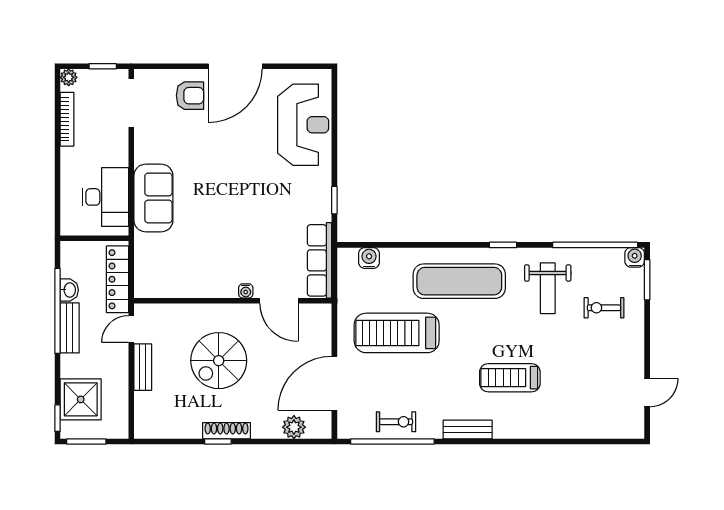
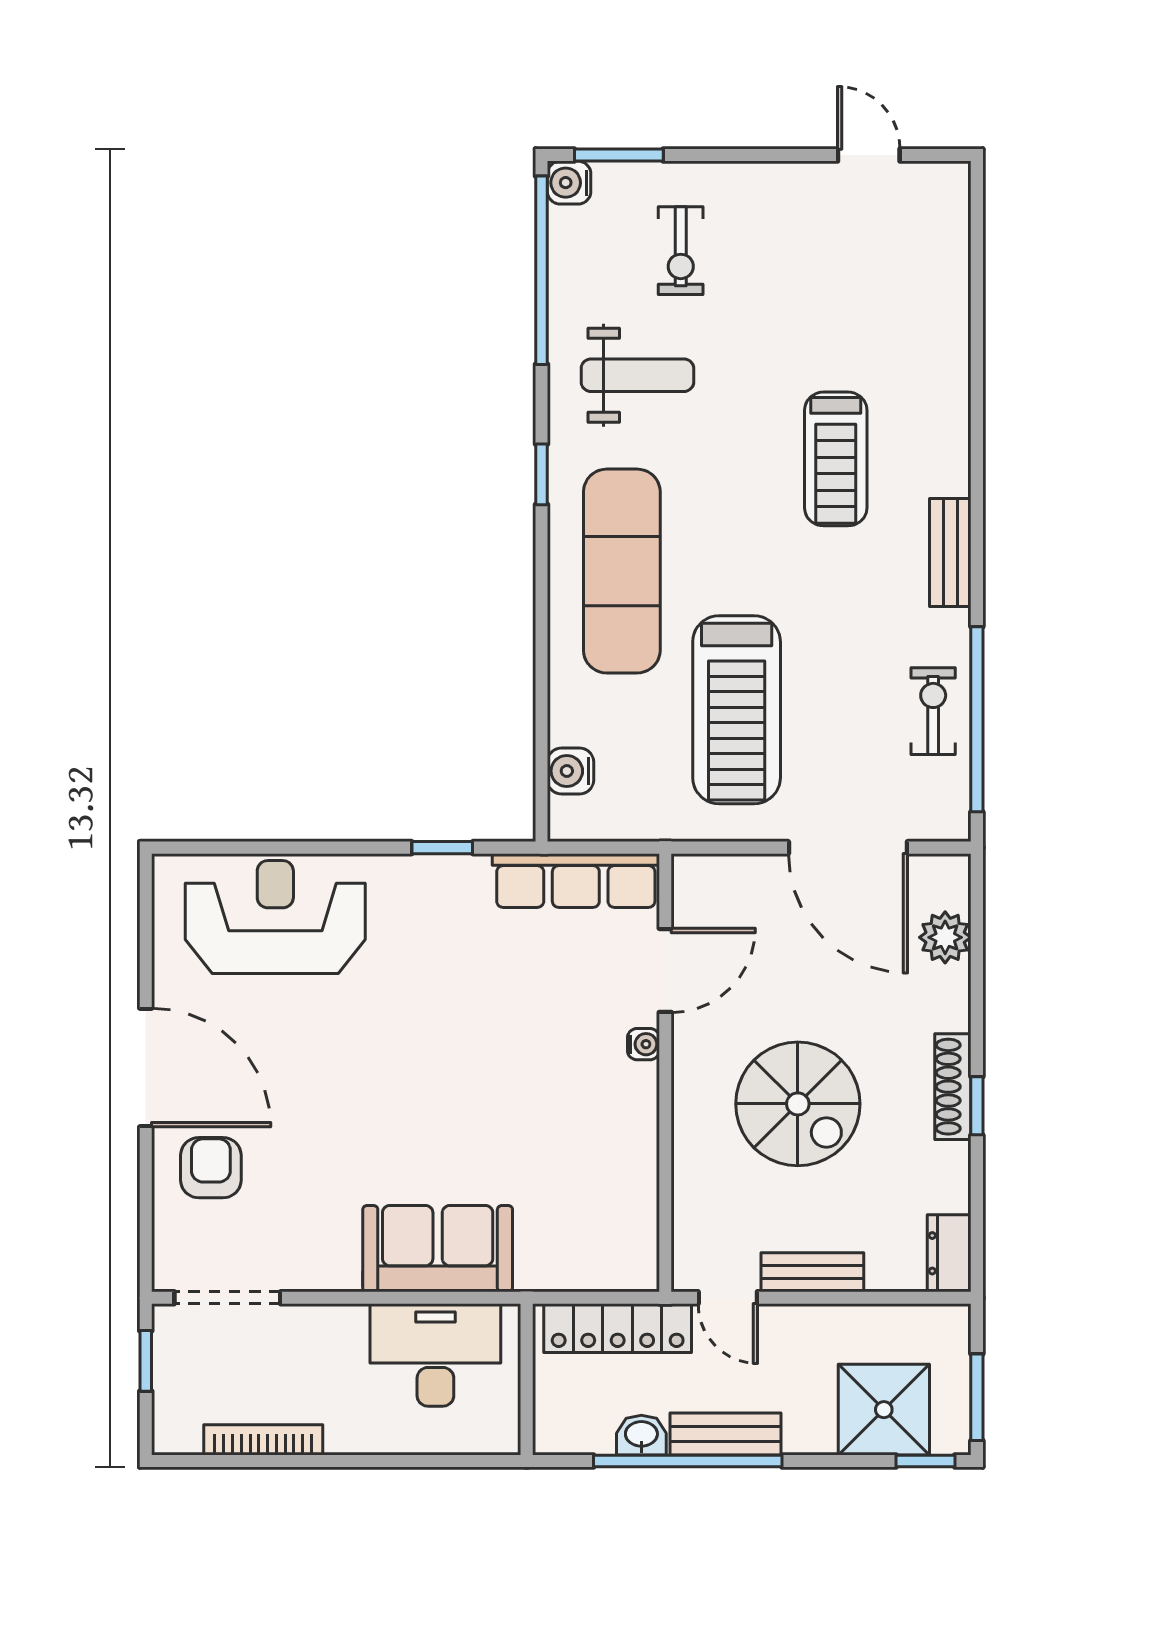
plant: (69, 77) -> (170, 1436), removed
dresser: (151, 429) -> (949, 1253), added

